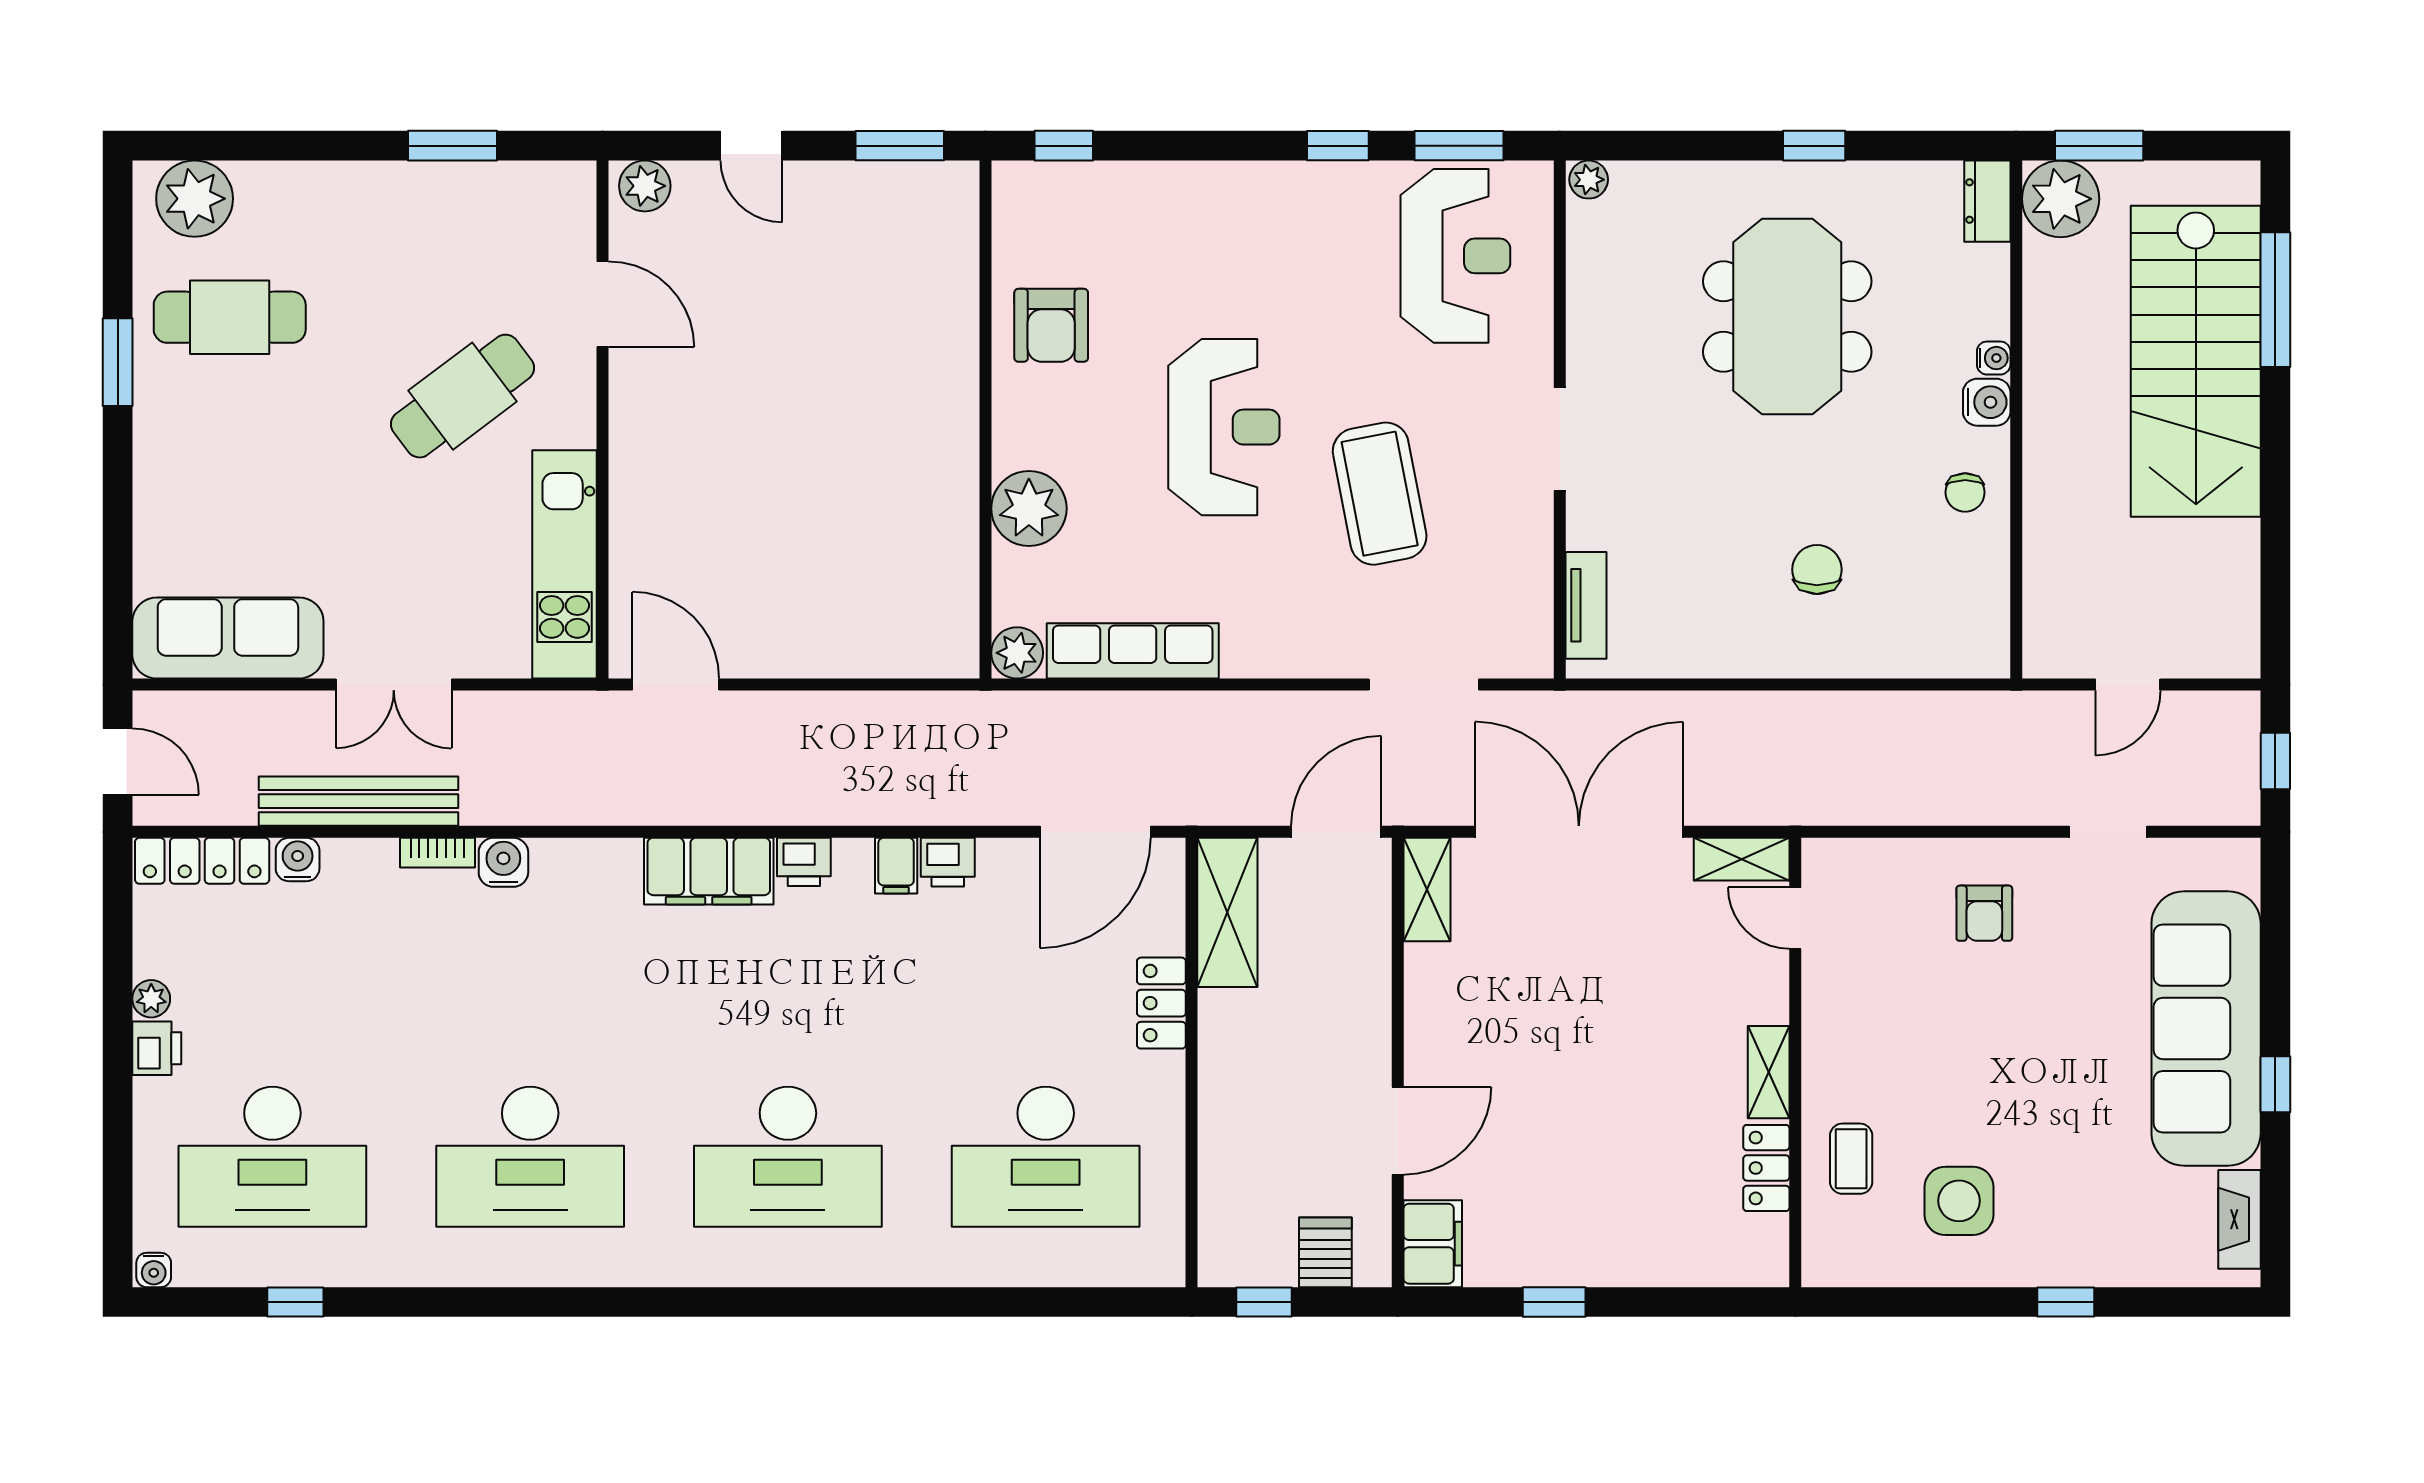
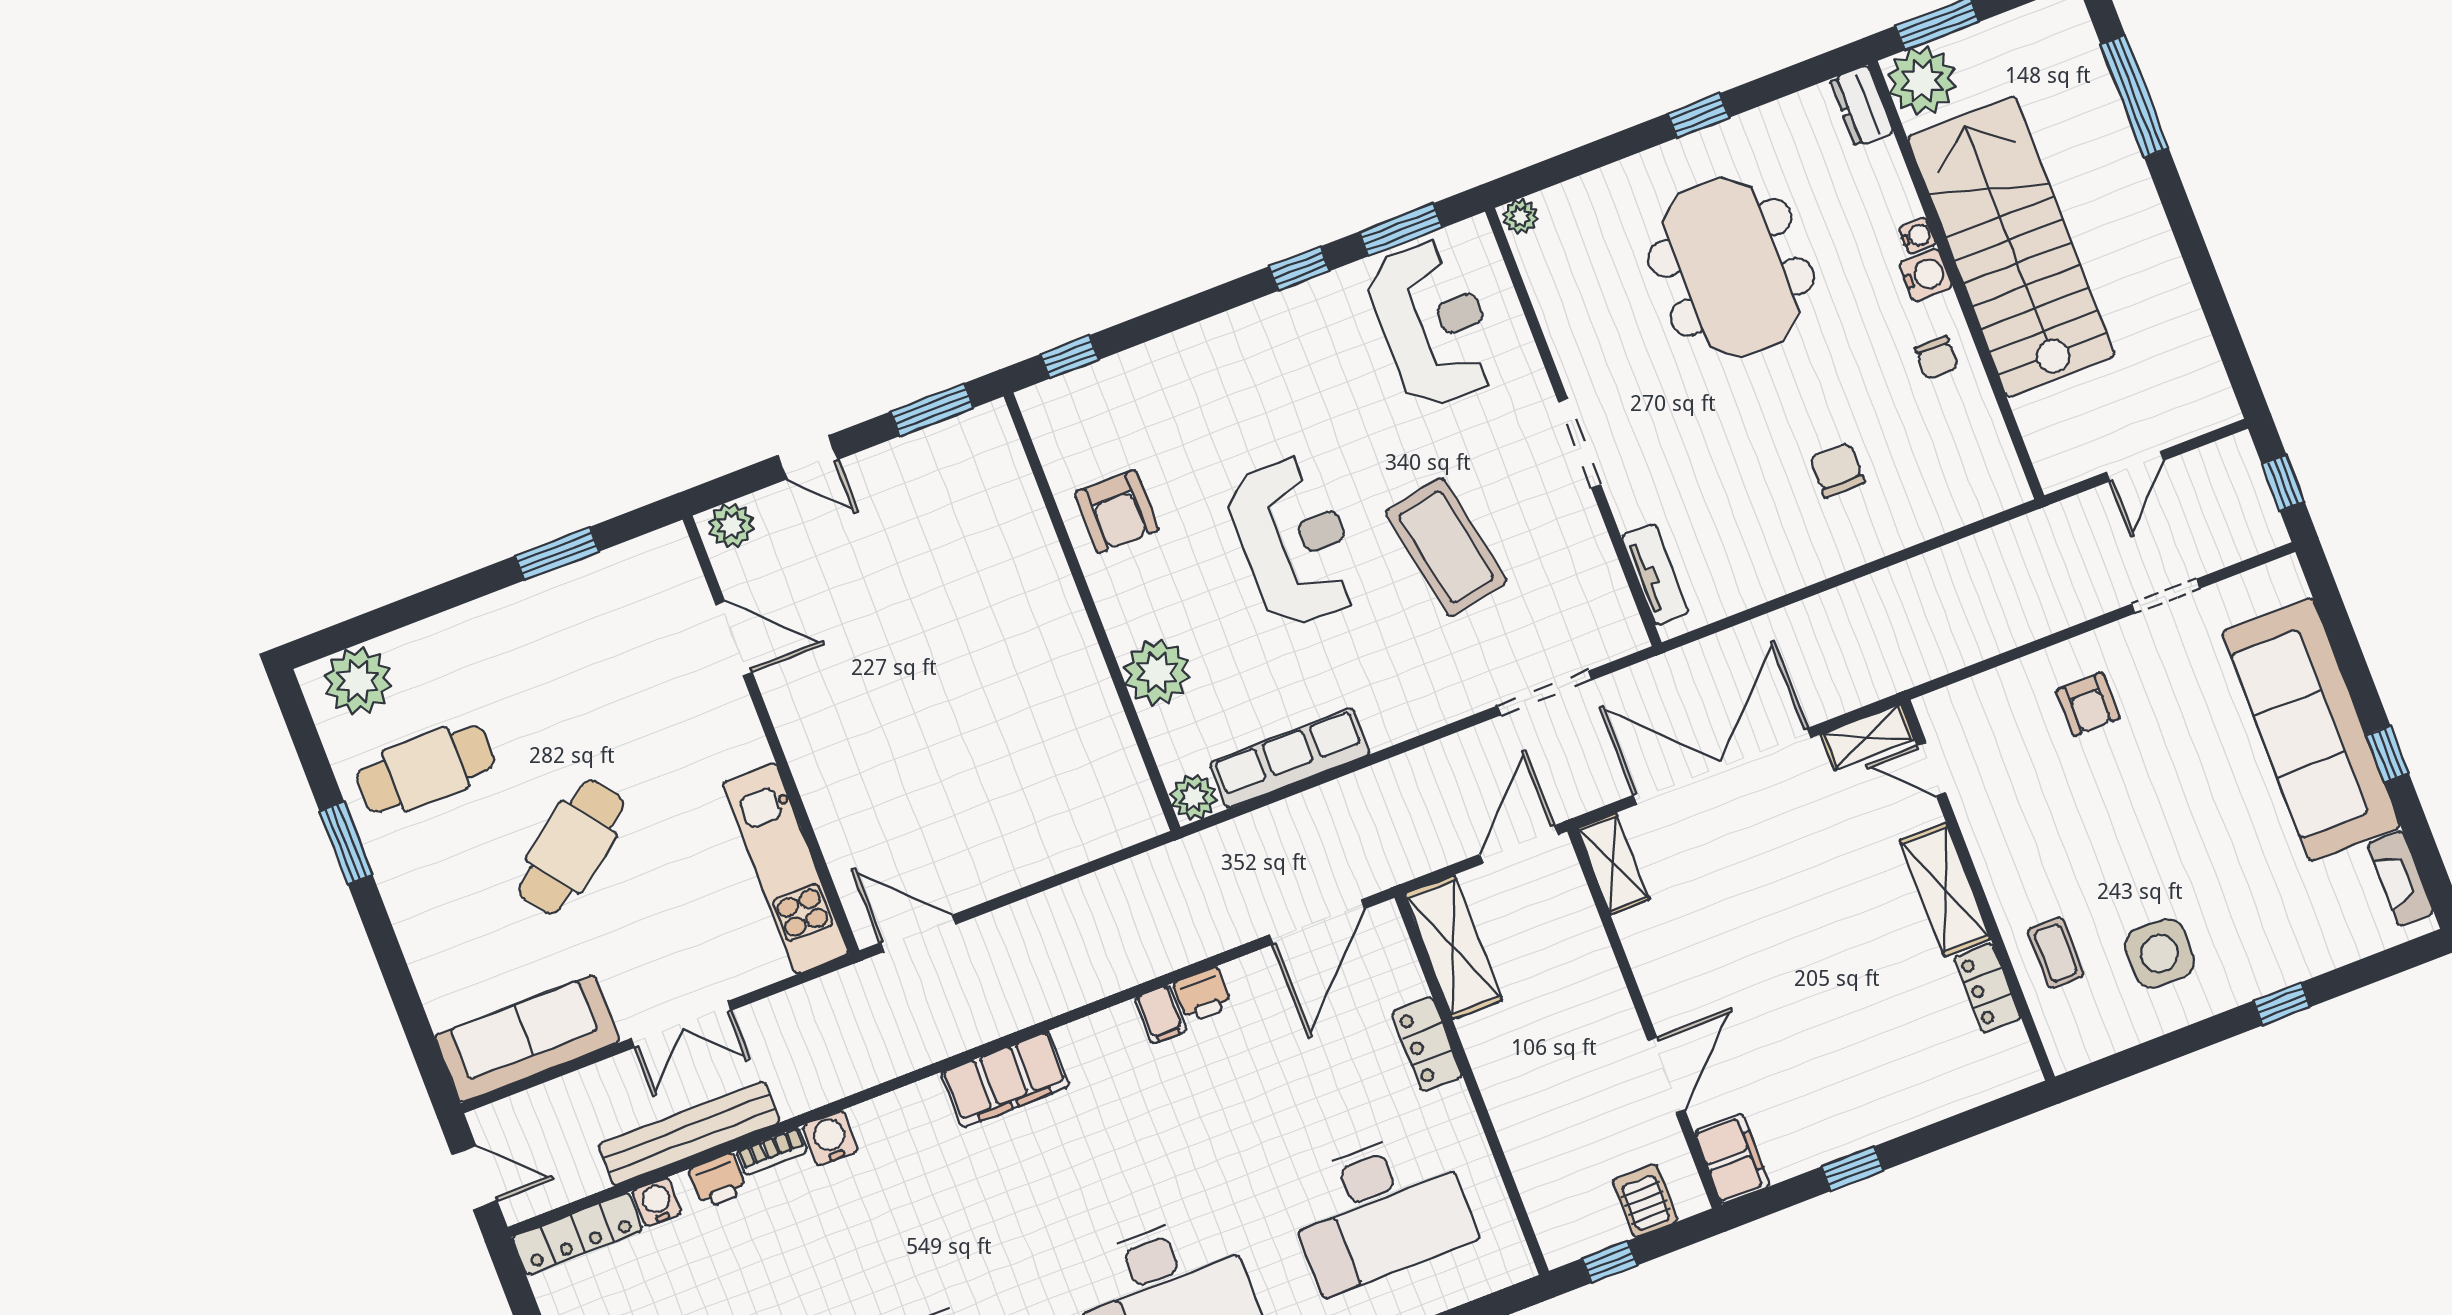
stairs: (2196, 361) -> (2011, 246), moved, turned 180
cafe table: (463, 396) -> (571, 847), moved
printer: (804, 862) -> (718, 1181), moved
shelving: (1769, 1072) -> (1945, 890), width x1.50, depth x1.33

